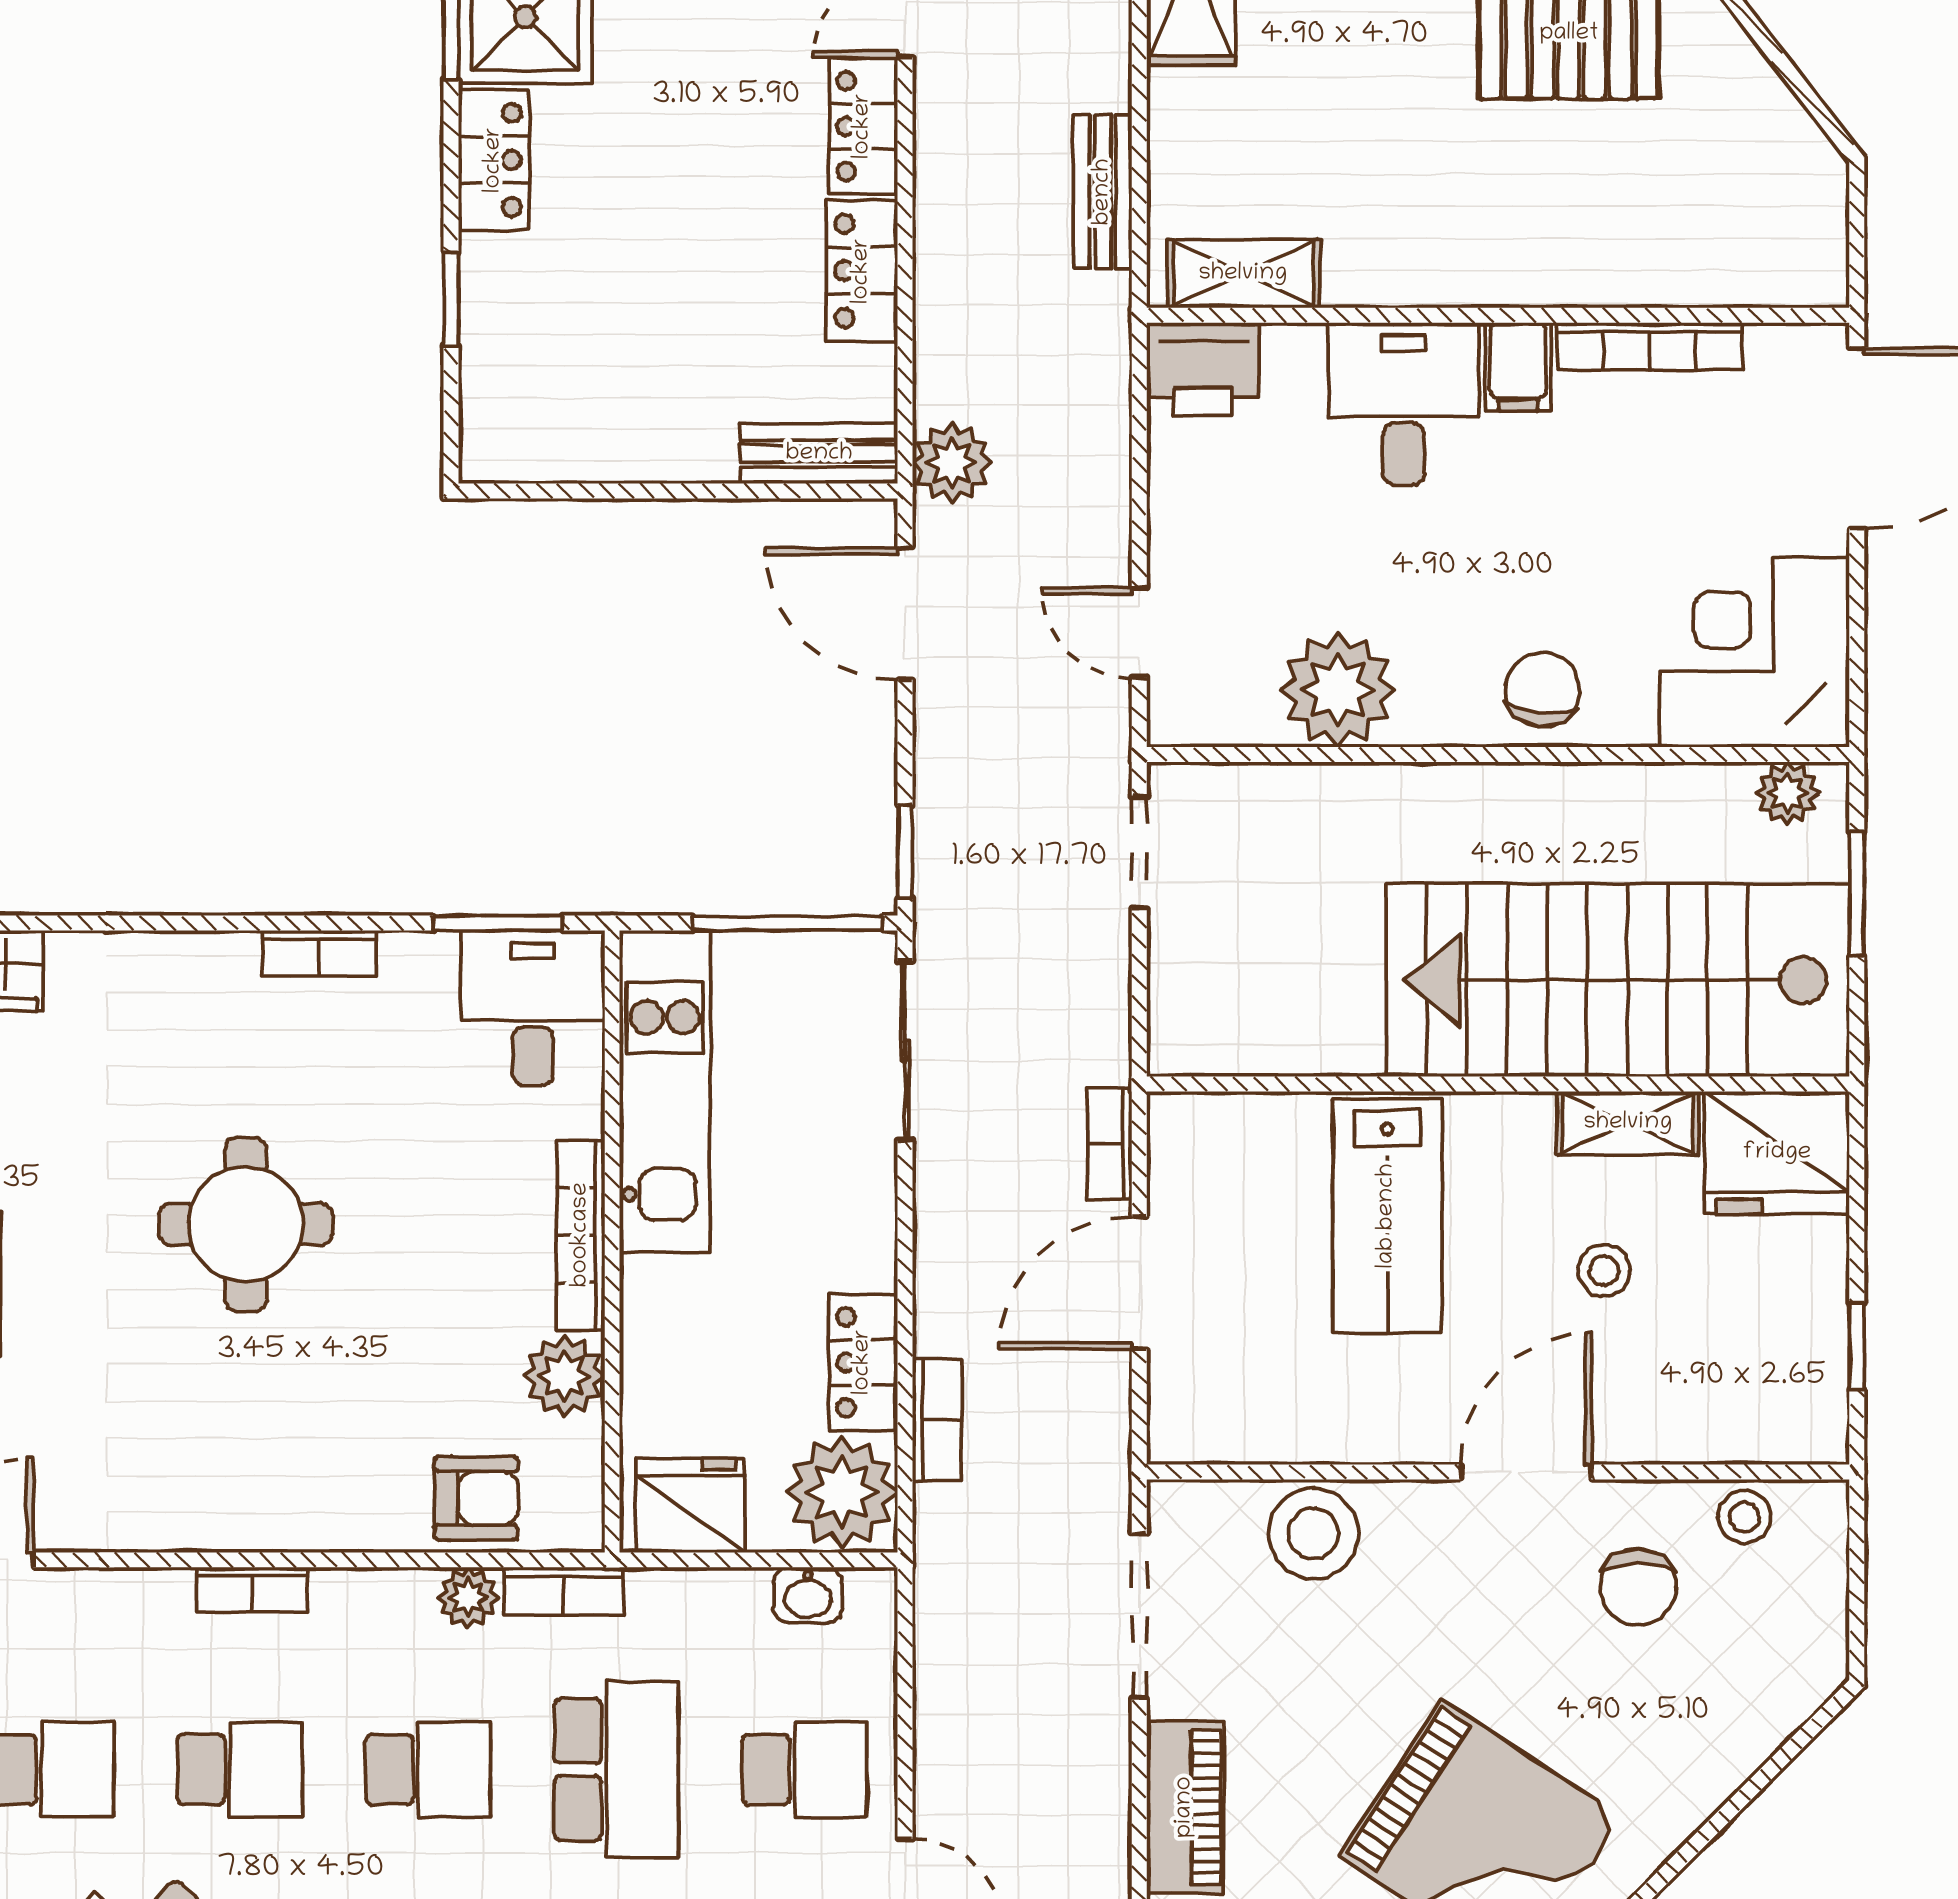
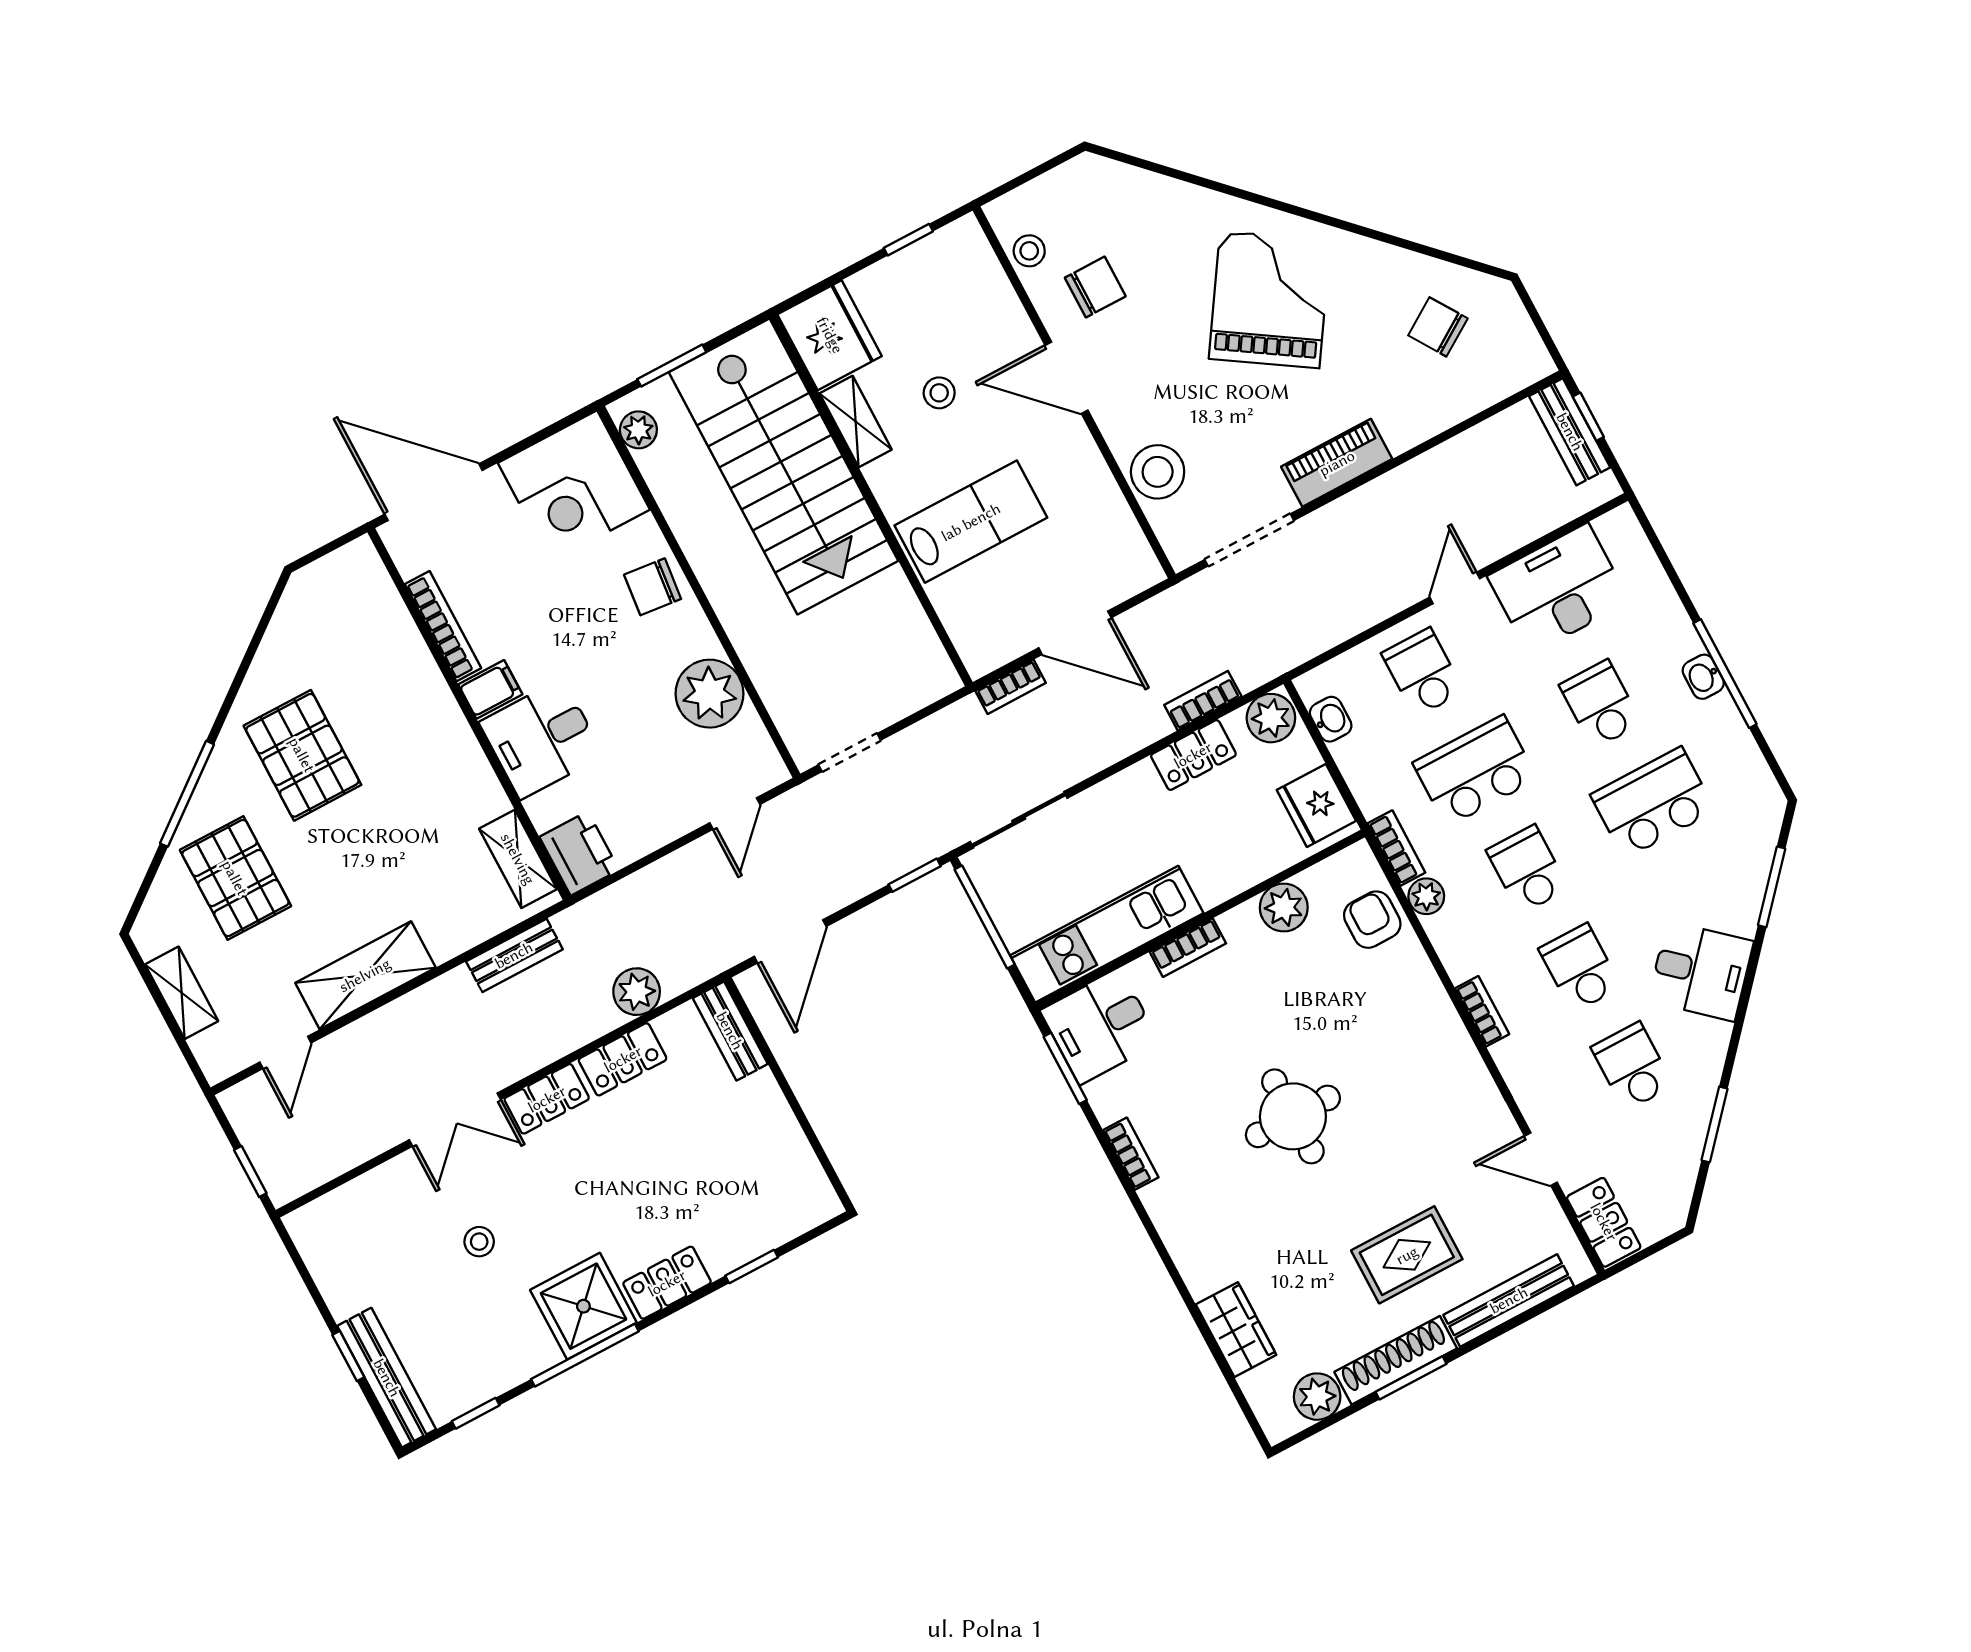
plant: (952, 463) -> (637, 992), moved
bookcase: (581, 1235) -> (1188, 948), width x0.64
plant: (842, 1492) -> (1271, 718), width x0.73, depth x0.73

